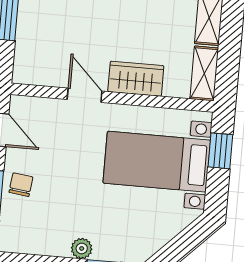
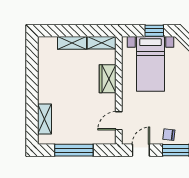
door: (85, 95) -> (119, 121), moved
window: (220, 151) -> (154, 31), moved

